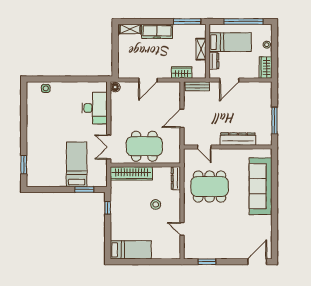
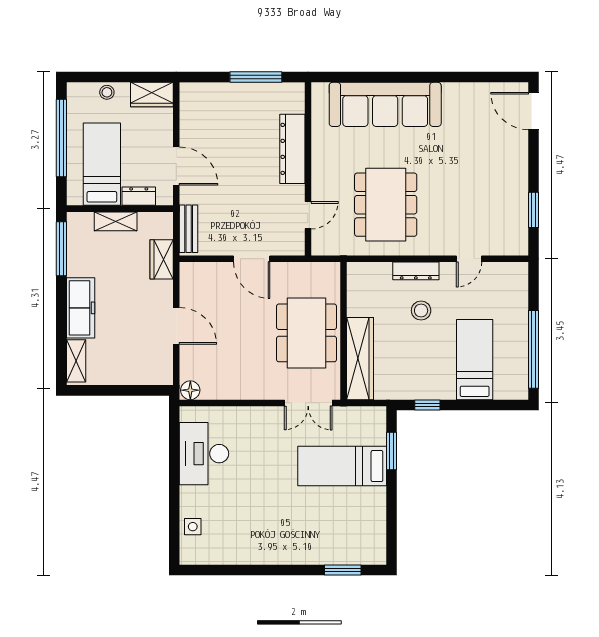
desk: (95, 108) -> (204, 454), moved, turned -90
dresser: (176, 178) -> (416, 271), moved
bed: (131, 250) -> (475, 360), moved
window: (136, 262) -> (534, 349), added

